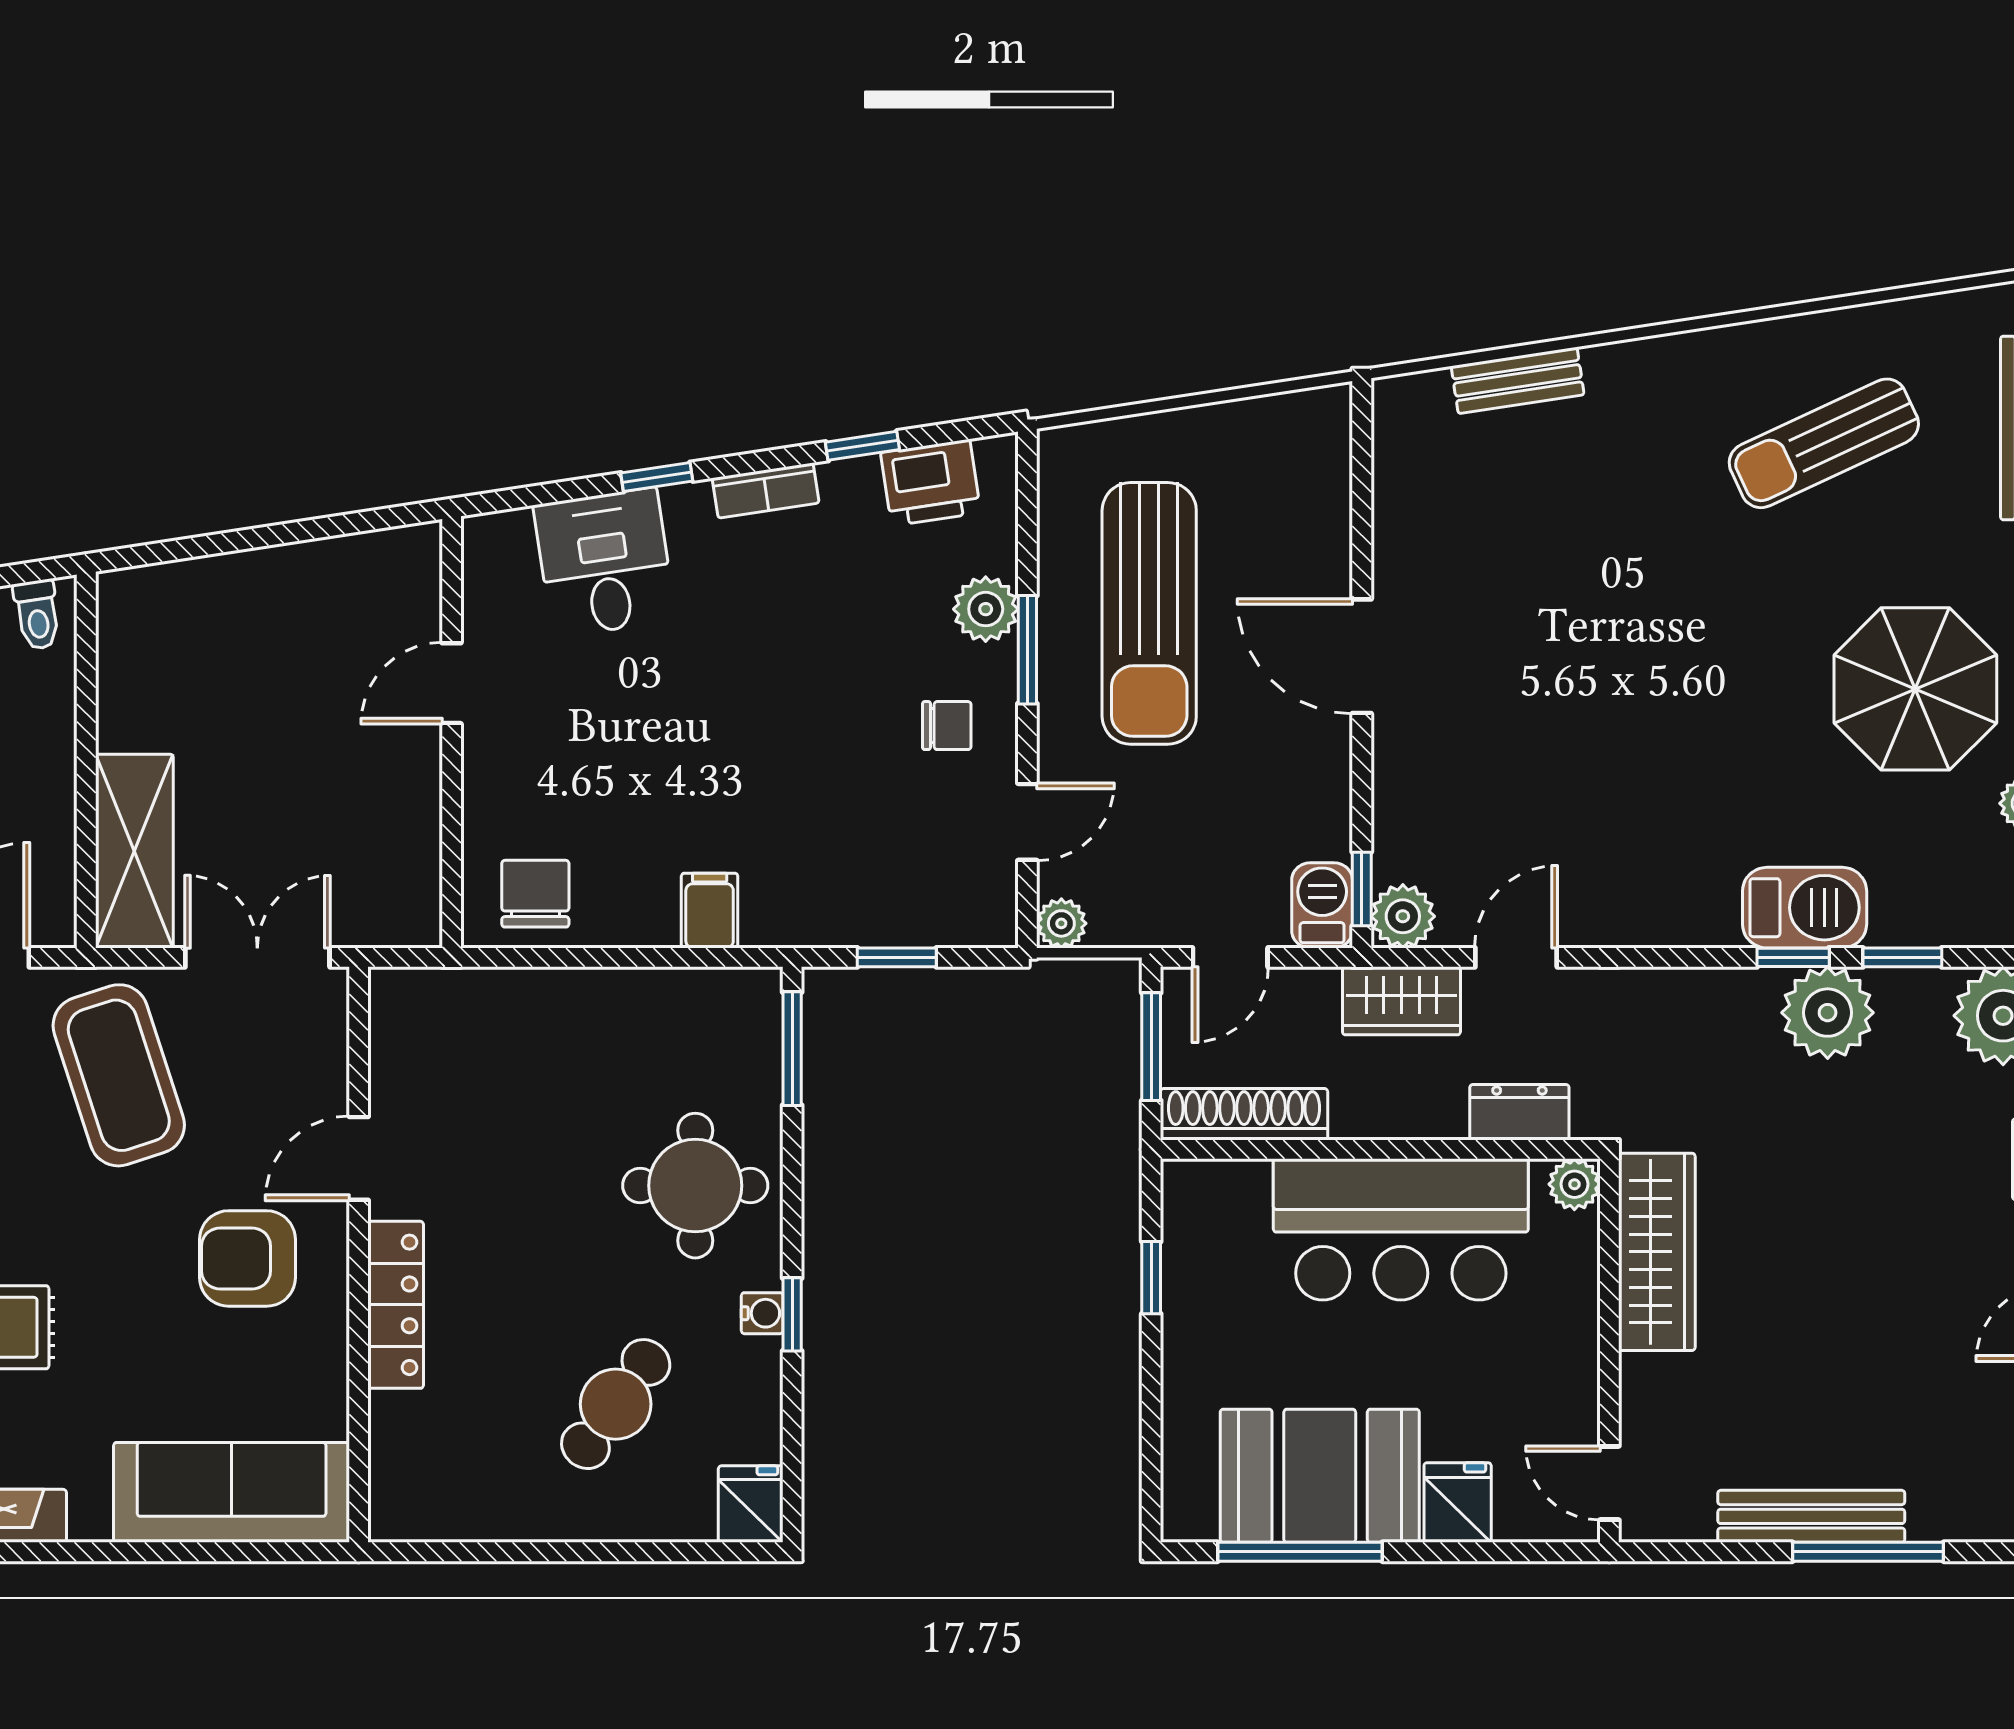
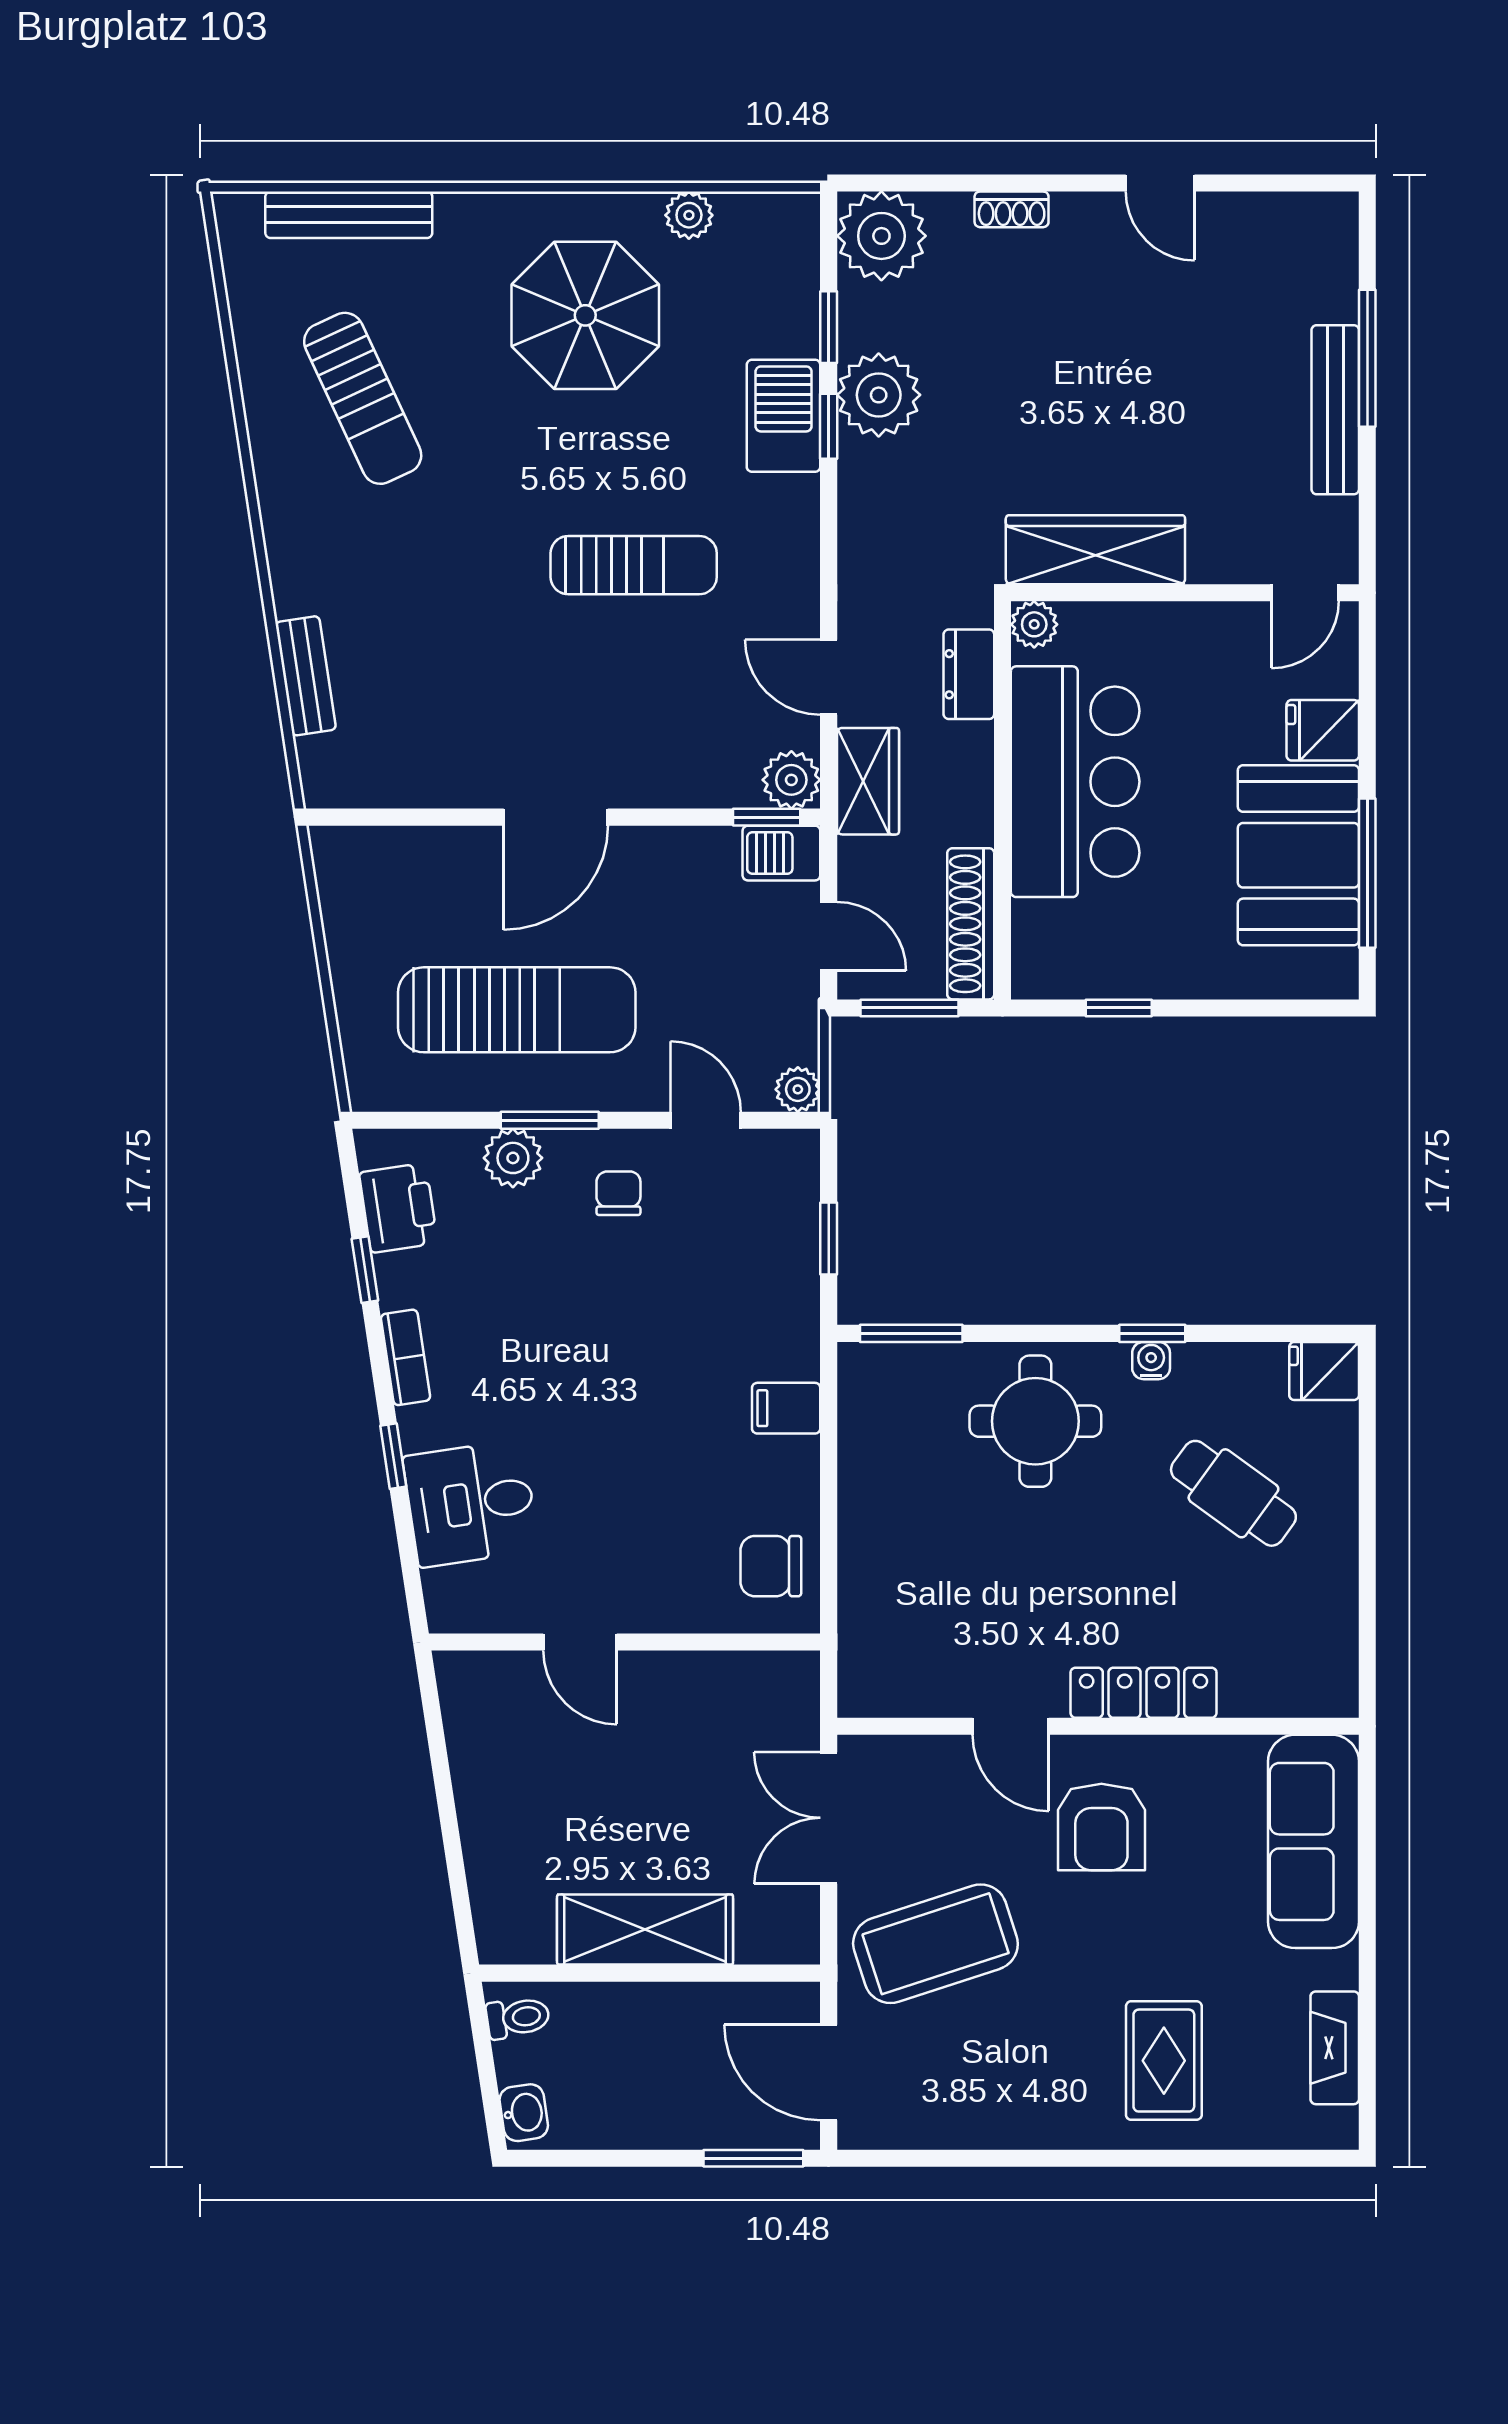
sun lounger: (1640, 742) -> (634, 565), added
shelving: (134, 851) -> (645, 1930), moved

